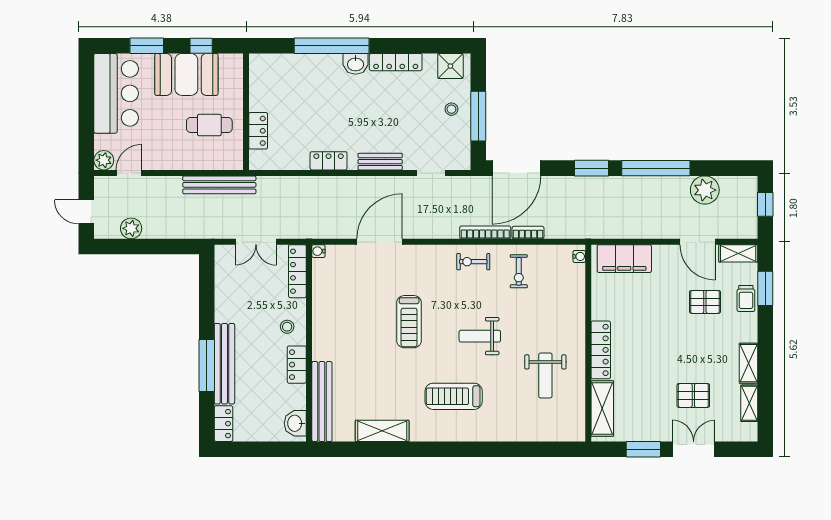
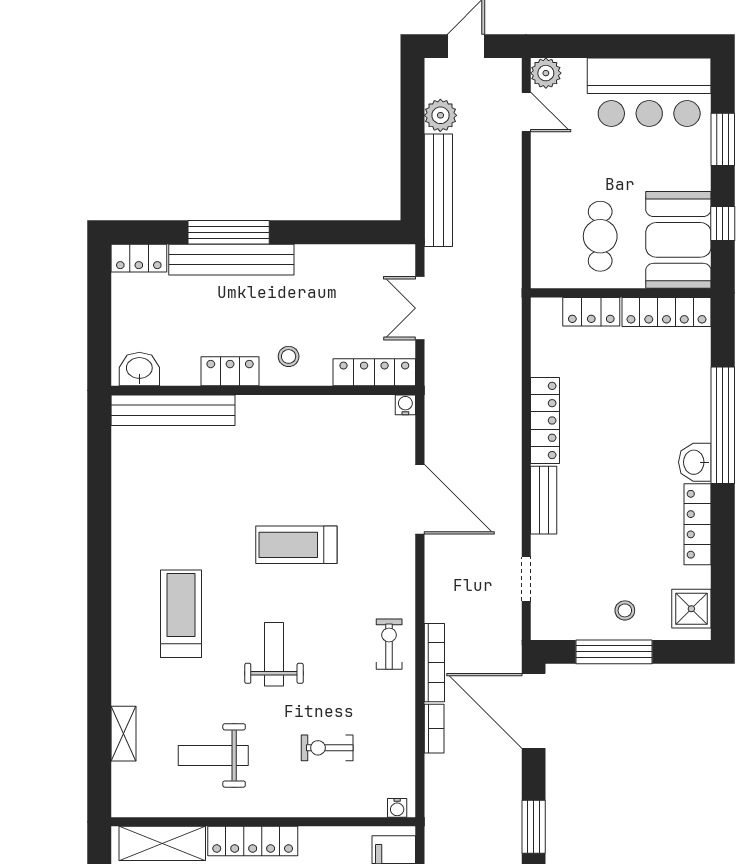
booth: (186, 74) -> (678, 240), moved
locker: (258, 82) -> (666, 312), added
locker: (329, 161) -> (545, 420), width x1.53
bench: (219, 185) -> (438, 190), moved
exercise bike: (519, 271) -> (327, 748), moved
shelving: (382, 431) -> (123, 734), moved, width x0.67, depth x0.75

